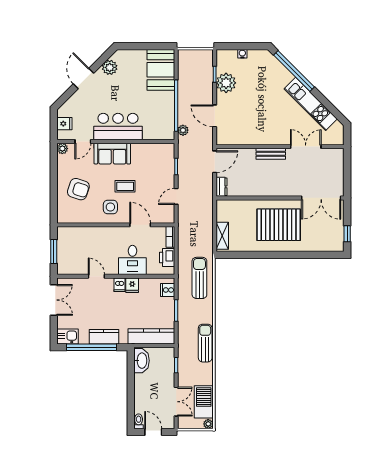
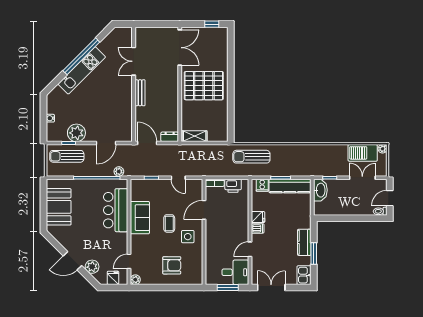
plant: (110, 67) -> (92, 267), moved
booth: (161, 70) -> (59, 207), moved, turned 90
window: (294, 71) -> (81, 56), moved
kitchen unit: (311, 104) -> (82, 70), moved
bar counter: (118, 127) -> (116, 210), moved
door: (83, 142) -> (129, 261), swing flipped
sofa: (112, 154) -> (140, 218), moved
armchair: (78, 189) -> (172, 265), turned 72
pallet: (279, 225) -> (204, 86), turned 90
shelving: (222, 236) -> (195, 136), moved
desk: (132, 260) -> (235, 272), moved
kitchen counter: (151, 336) -> (290, 186), moved, turned -90
sun lounger: (205, 343) -> (67, 156), moved
window: (92, 347) -> (314, 254), width x0.47
washbasin: (142, 361) -> (320, 190), moved, turned 90

